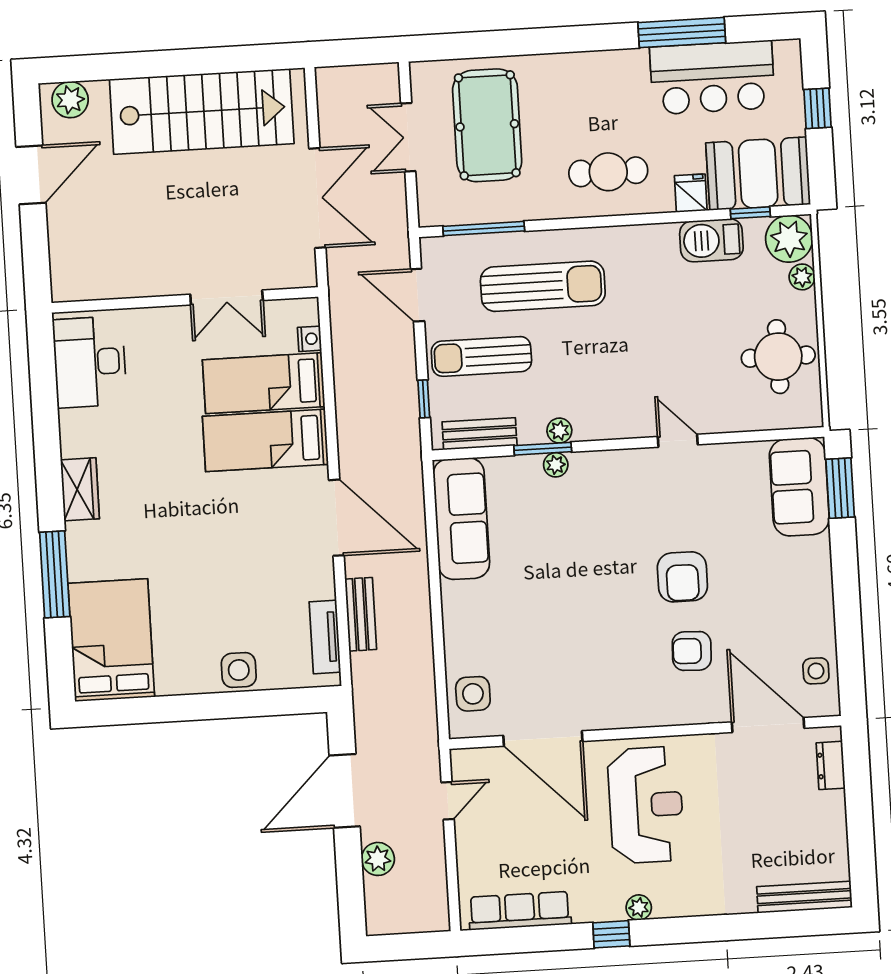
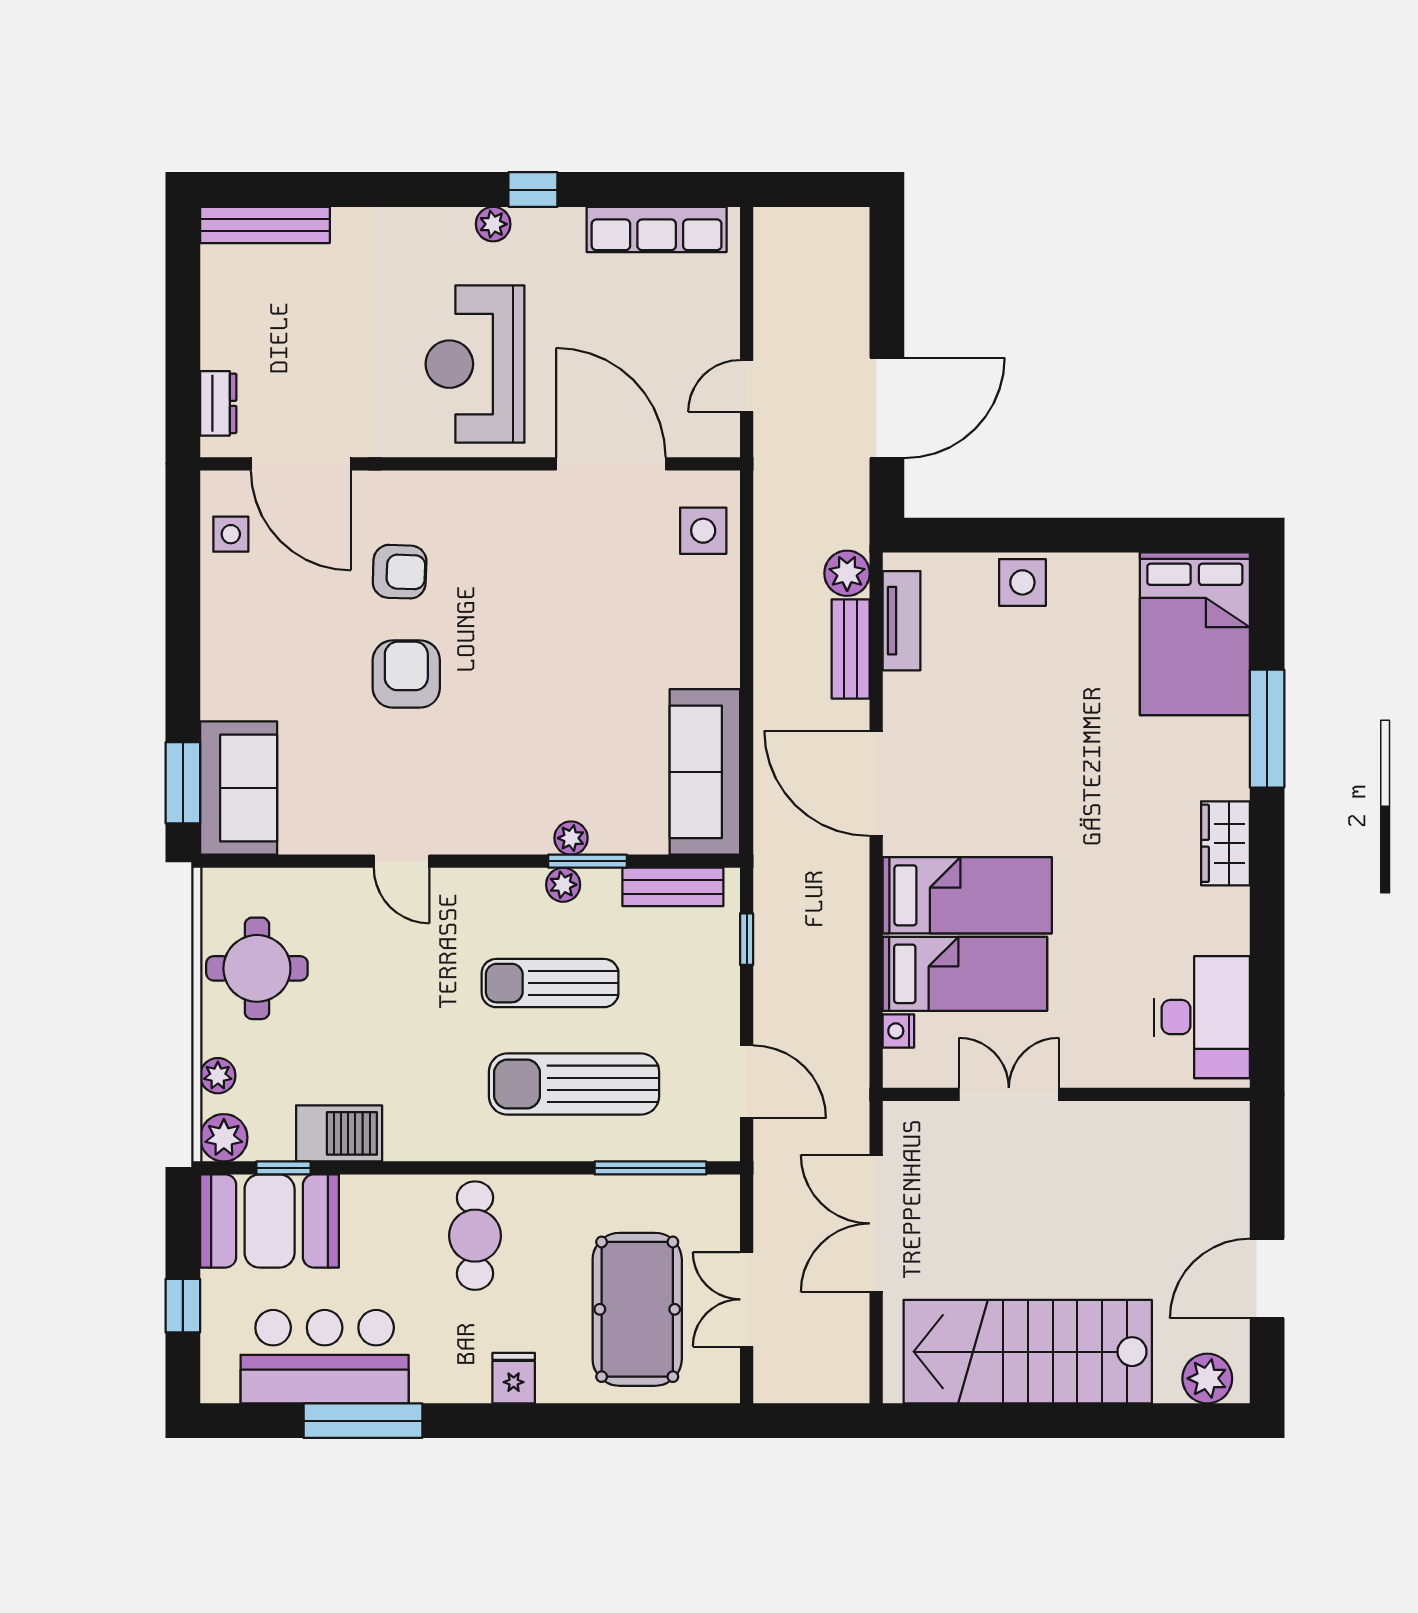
double door: (408, 137) -> (747, 1299), swing flipped
cafe table: (608, 172) -> (475, 1236), turned 90
fridge: (691, 193) -> (514, 1378), moved, turned 180
plant: (789, 239) -> (224, 1138), width x0.73, depth x0.73
sun lounger: (481, 356) -> (550, 983), moved, turned 180
plant: (378, 859) -> (847, 573), moved

